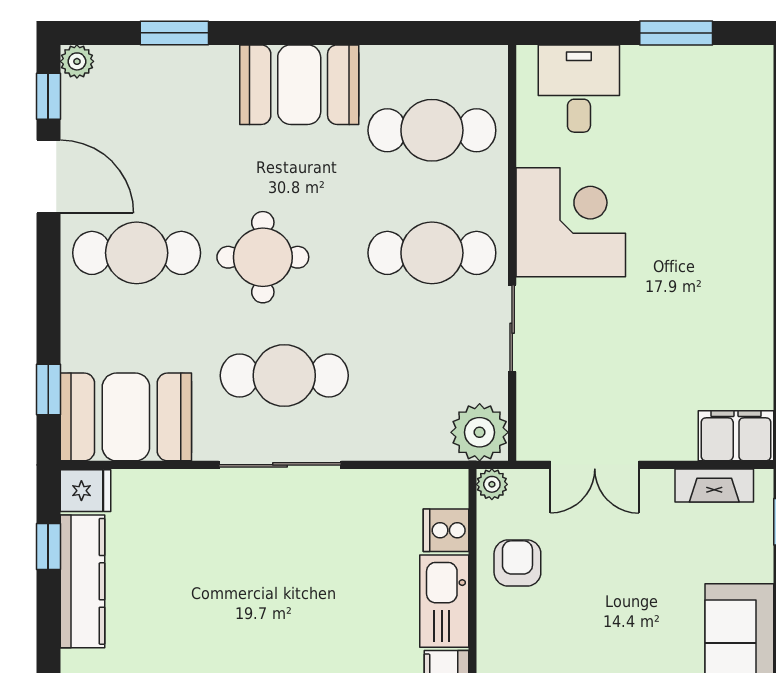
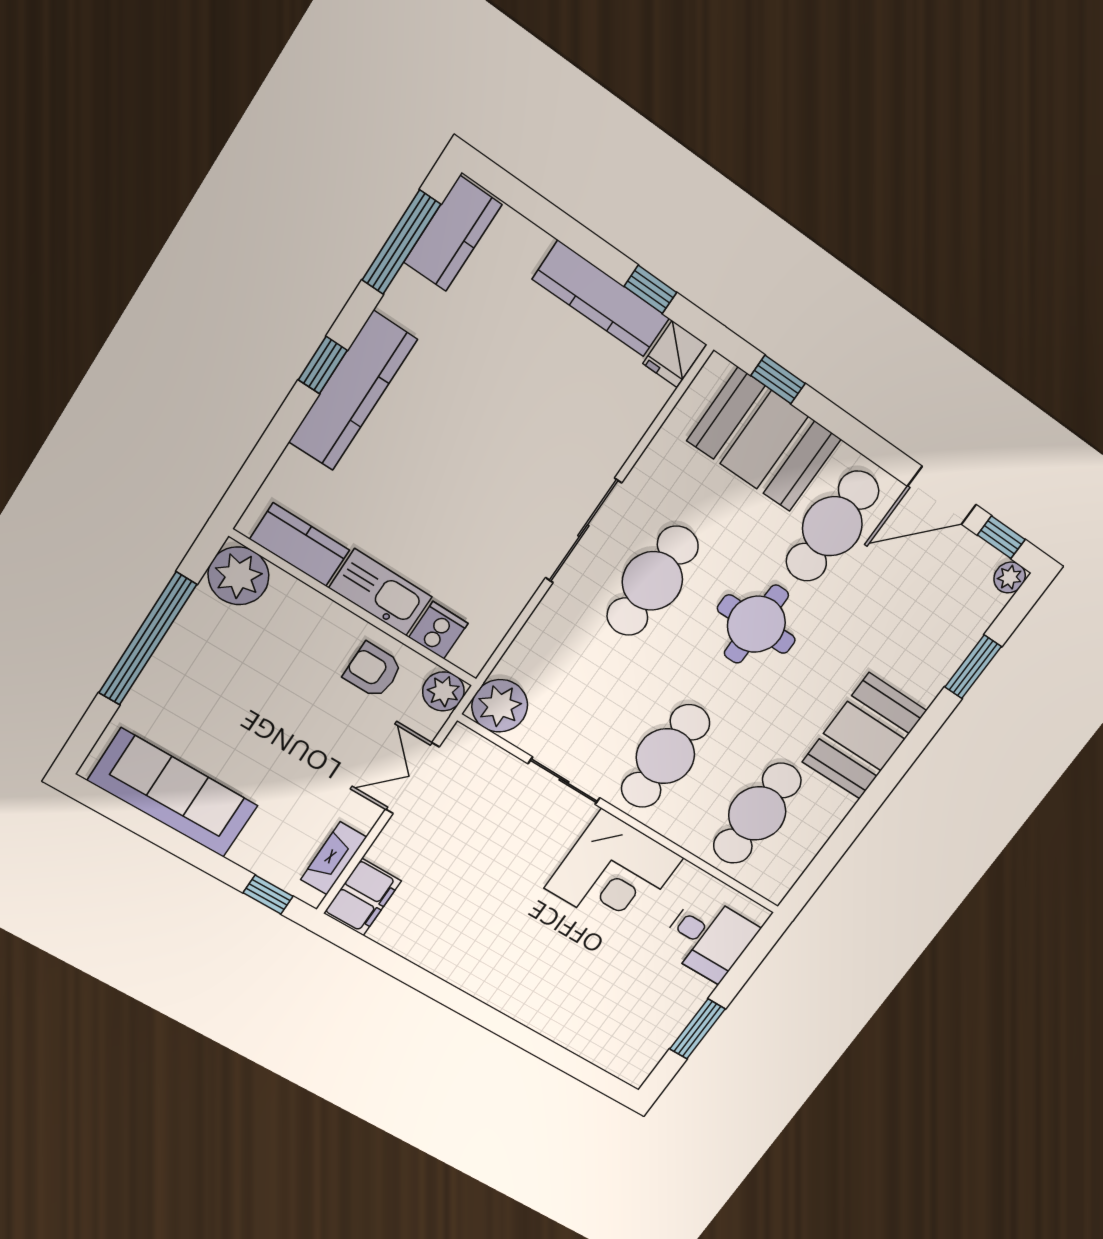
booth: (126, 417) -> (764, 440), moved, turned 90
plant: (492, 484) -> (443, 691), width x1.38, depth x1.38
armchair: (517, 563) -> (373, 670), turned 180

